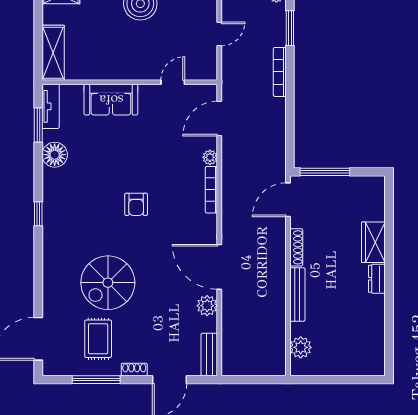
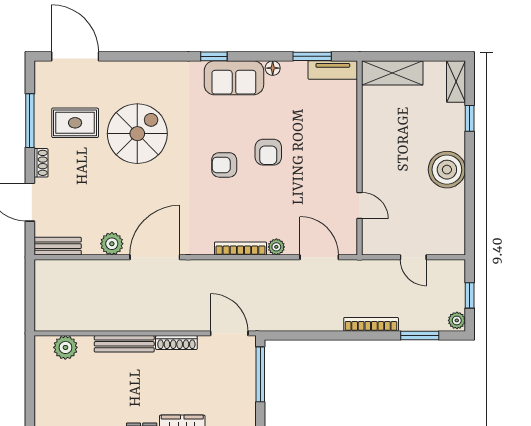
sofa: (111, 100) -> (234, 78), moved, turned -90
floor lamp: (55, 155) -> (273, 68), width x0.53, depth x0.53
armchair: (125, 165) -> (268, 152), added
spiral stairs: (108, 283) -> (137, 134), turned 90

